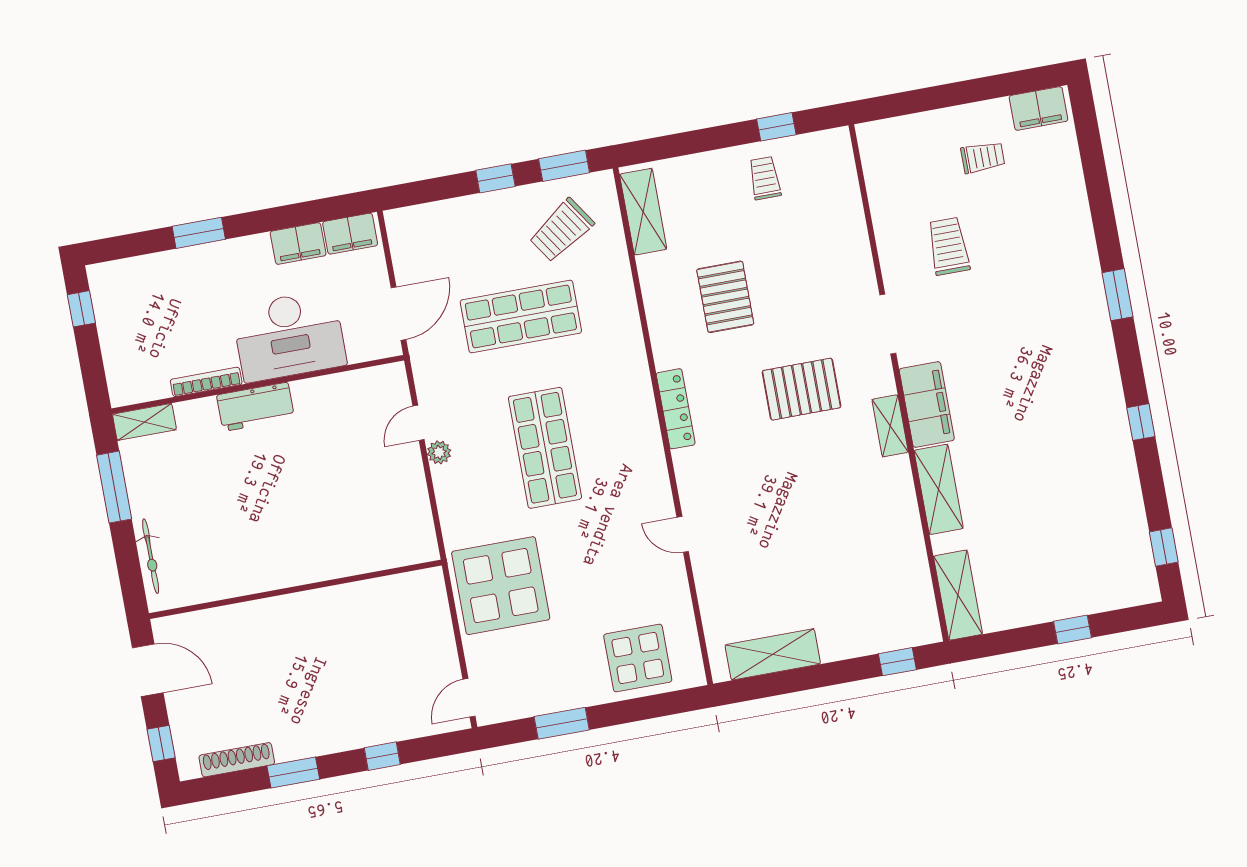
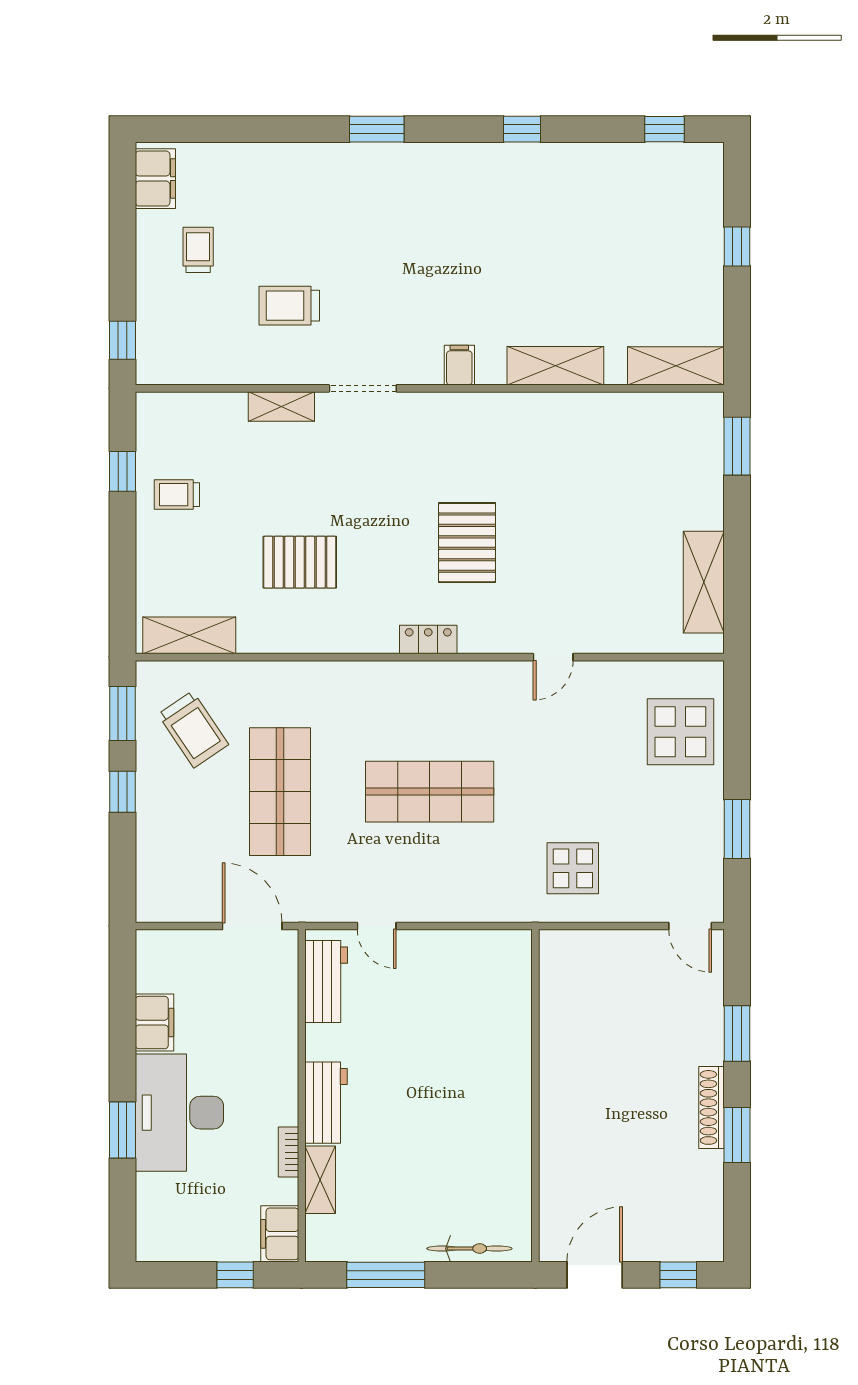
window: (891, 106) -> (123, 340), added
filing cabinet: (350, 234) -> (280, 1234), moved, turned 180
window: (81, 309) -> (235, 1275), moved
desk: (289, 336) -> (179, 1113), moved, turned 180
bookcase: (206, 382) -> (288, 1152), width x0.64
workbench: (362, 387) -> (326, 981), added
pallet: (802, 389) -> (467, 543), moved
filing cabinet: (927, 405) -> (459, 365), width x0.33, depth x0.86
locker: (676, 409) -> (428, 640), width x0.66
shelving: (144, 422) -> (320, 1180), moved
shelving: (890, 426) -> (281, 406), moved
plant: (439, 452) -> (413, 909), removed
display table: (501, 586) -> (573, 868), width x0.54, depth x0.54
window: (897, 662) -> (737, 446), width x1.50
window: (382, 756) -> (737, 1033), width x1.50
shoe rack: (237, 760) -> (711, 1107), moved

